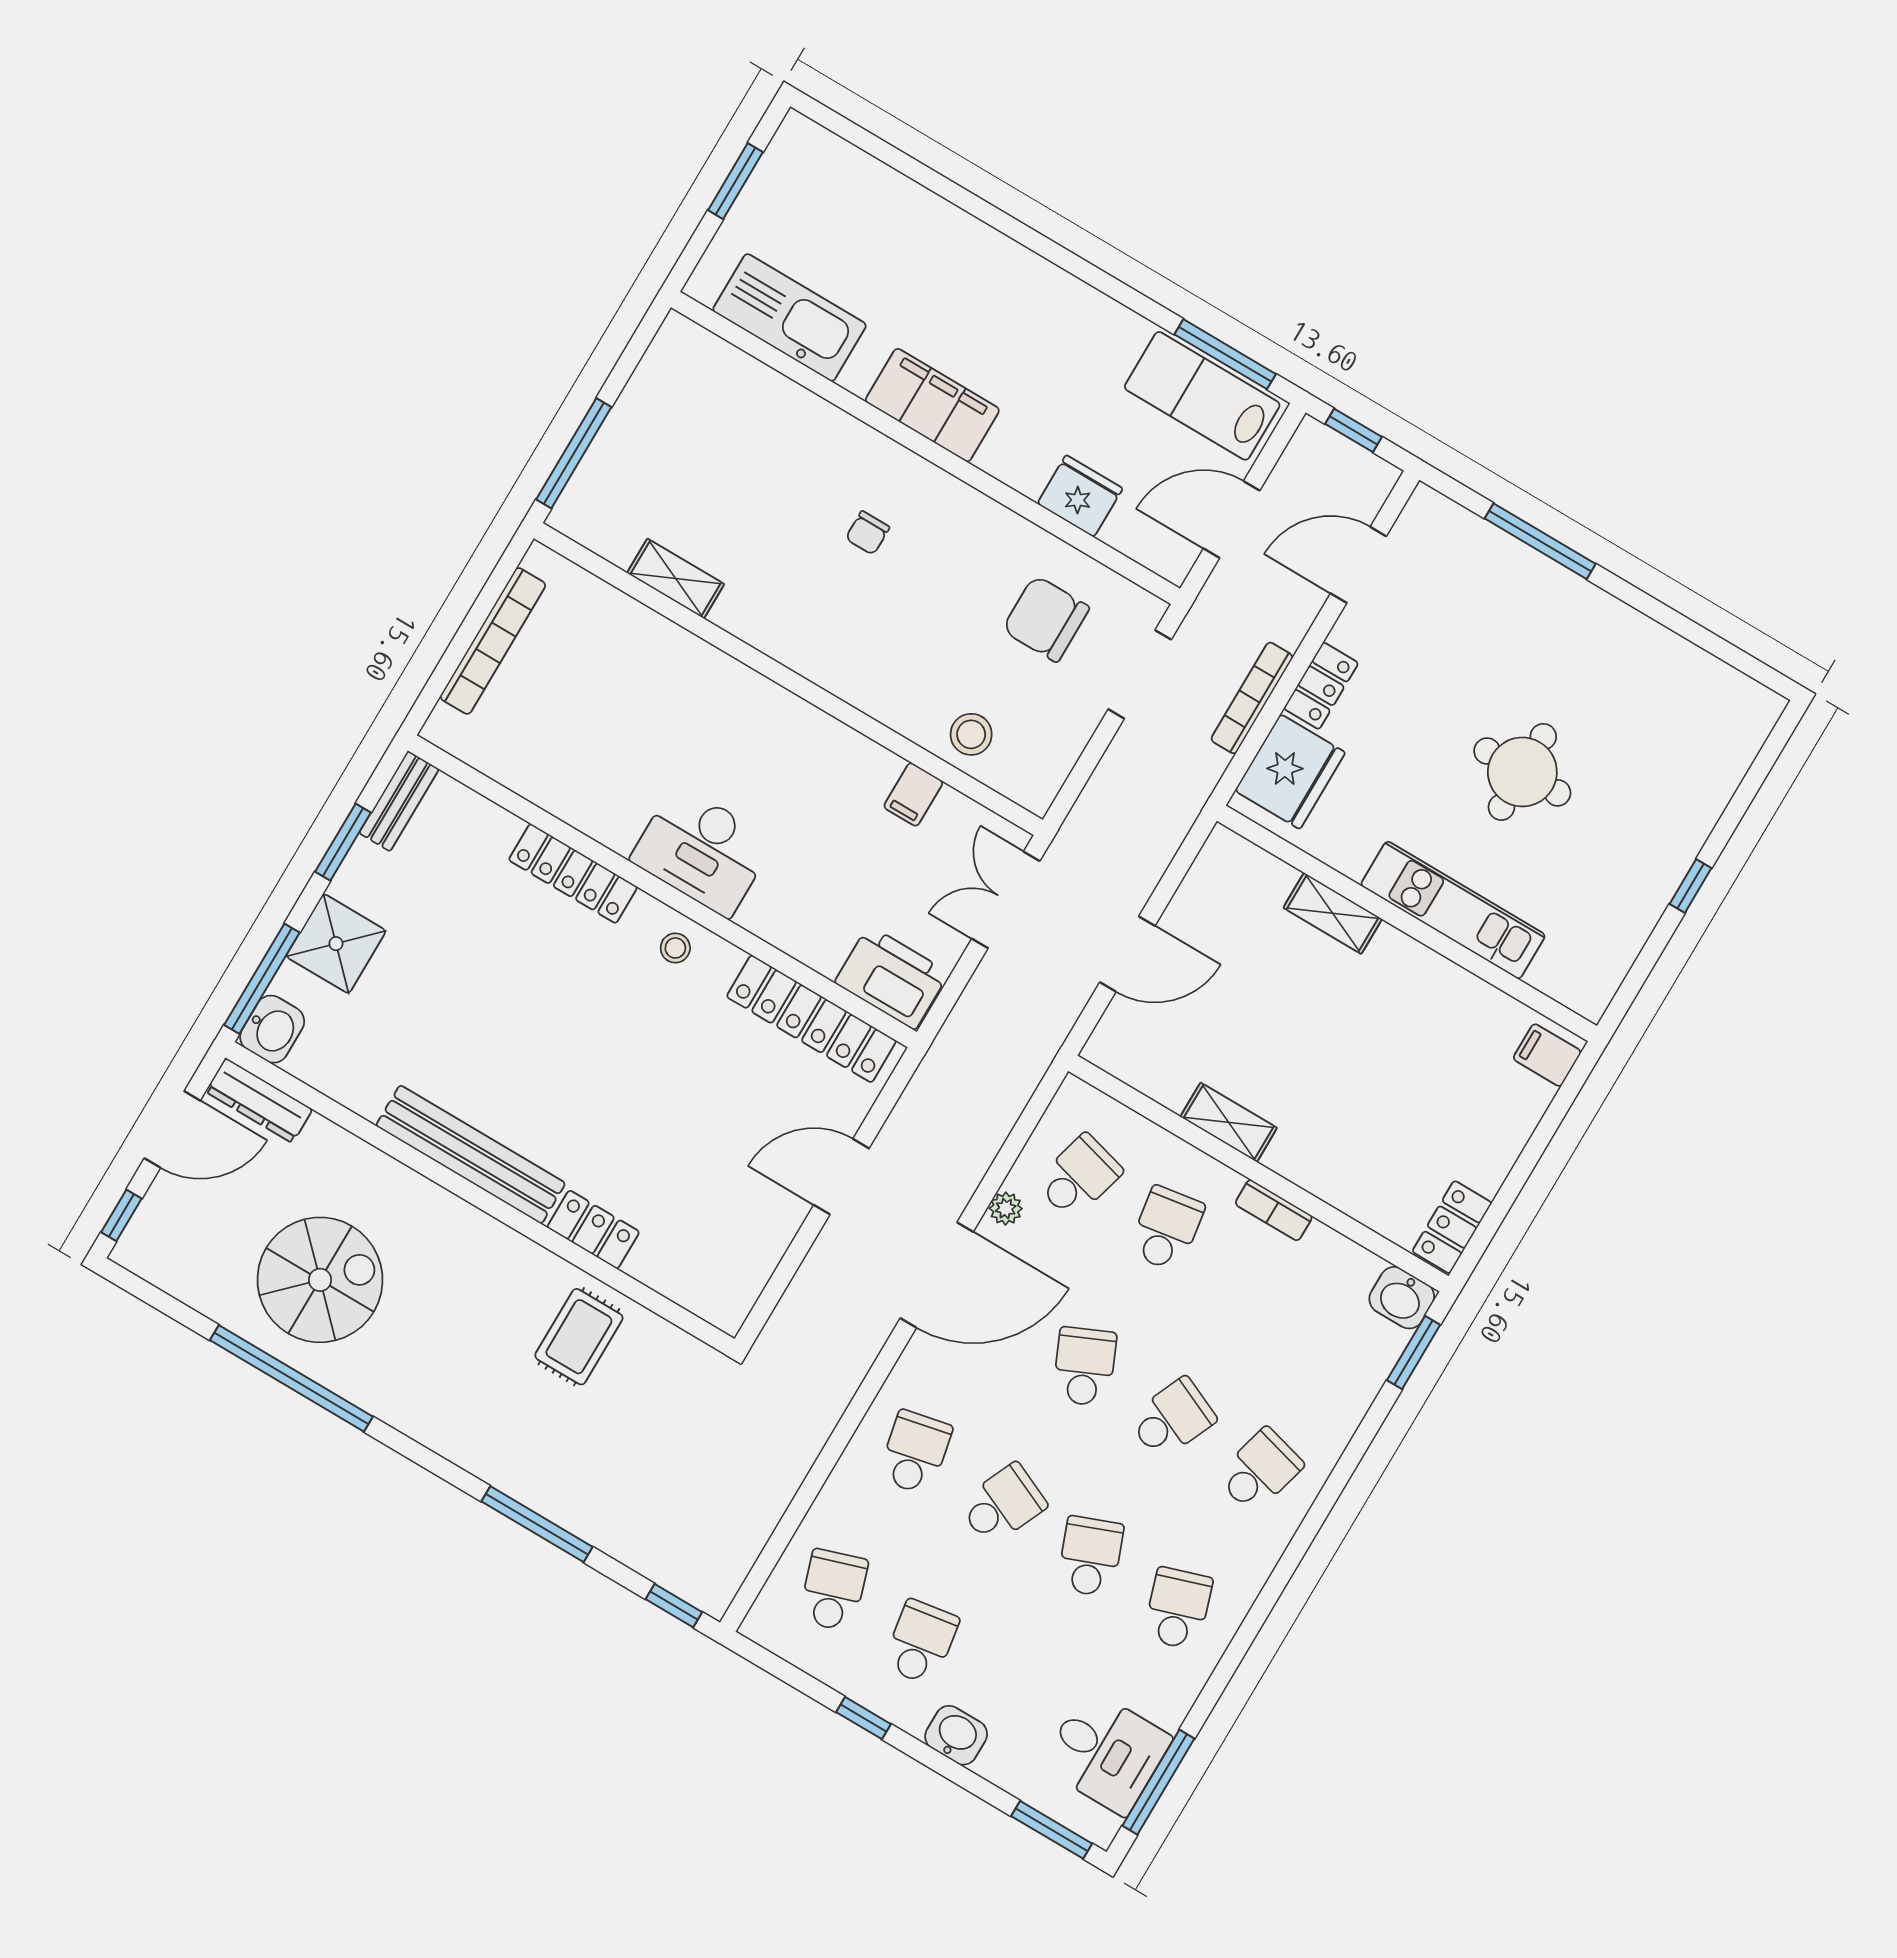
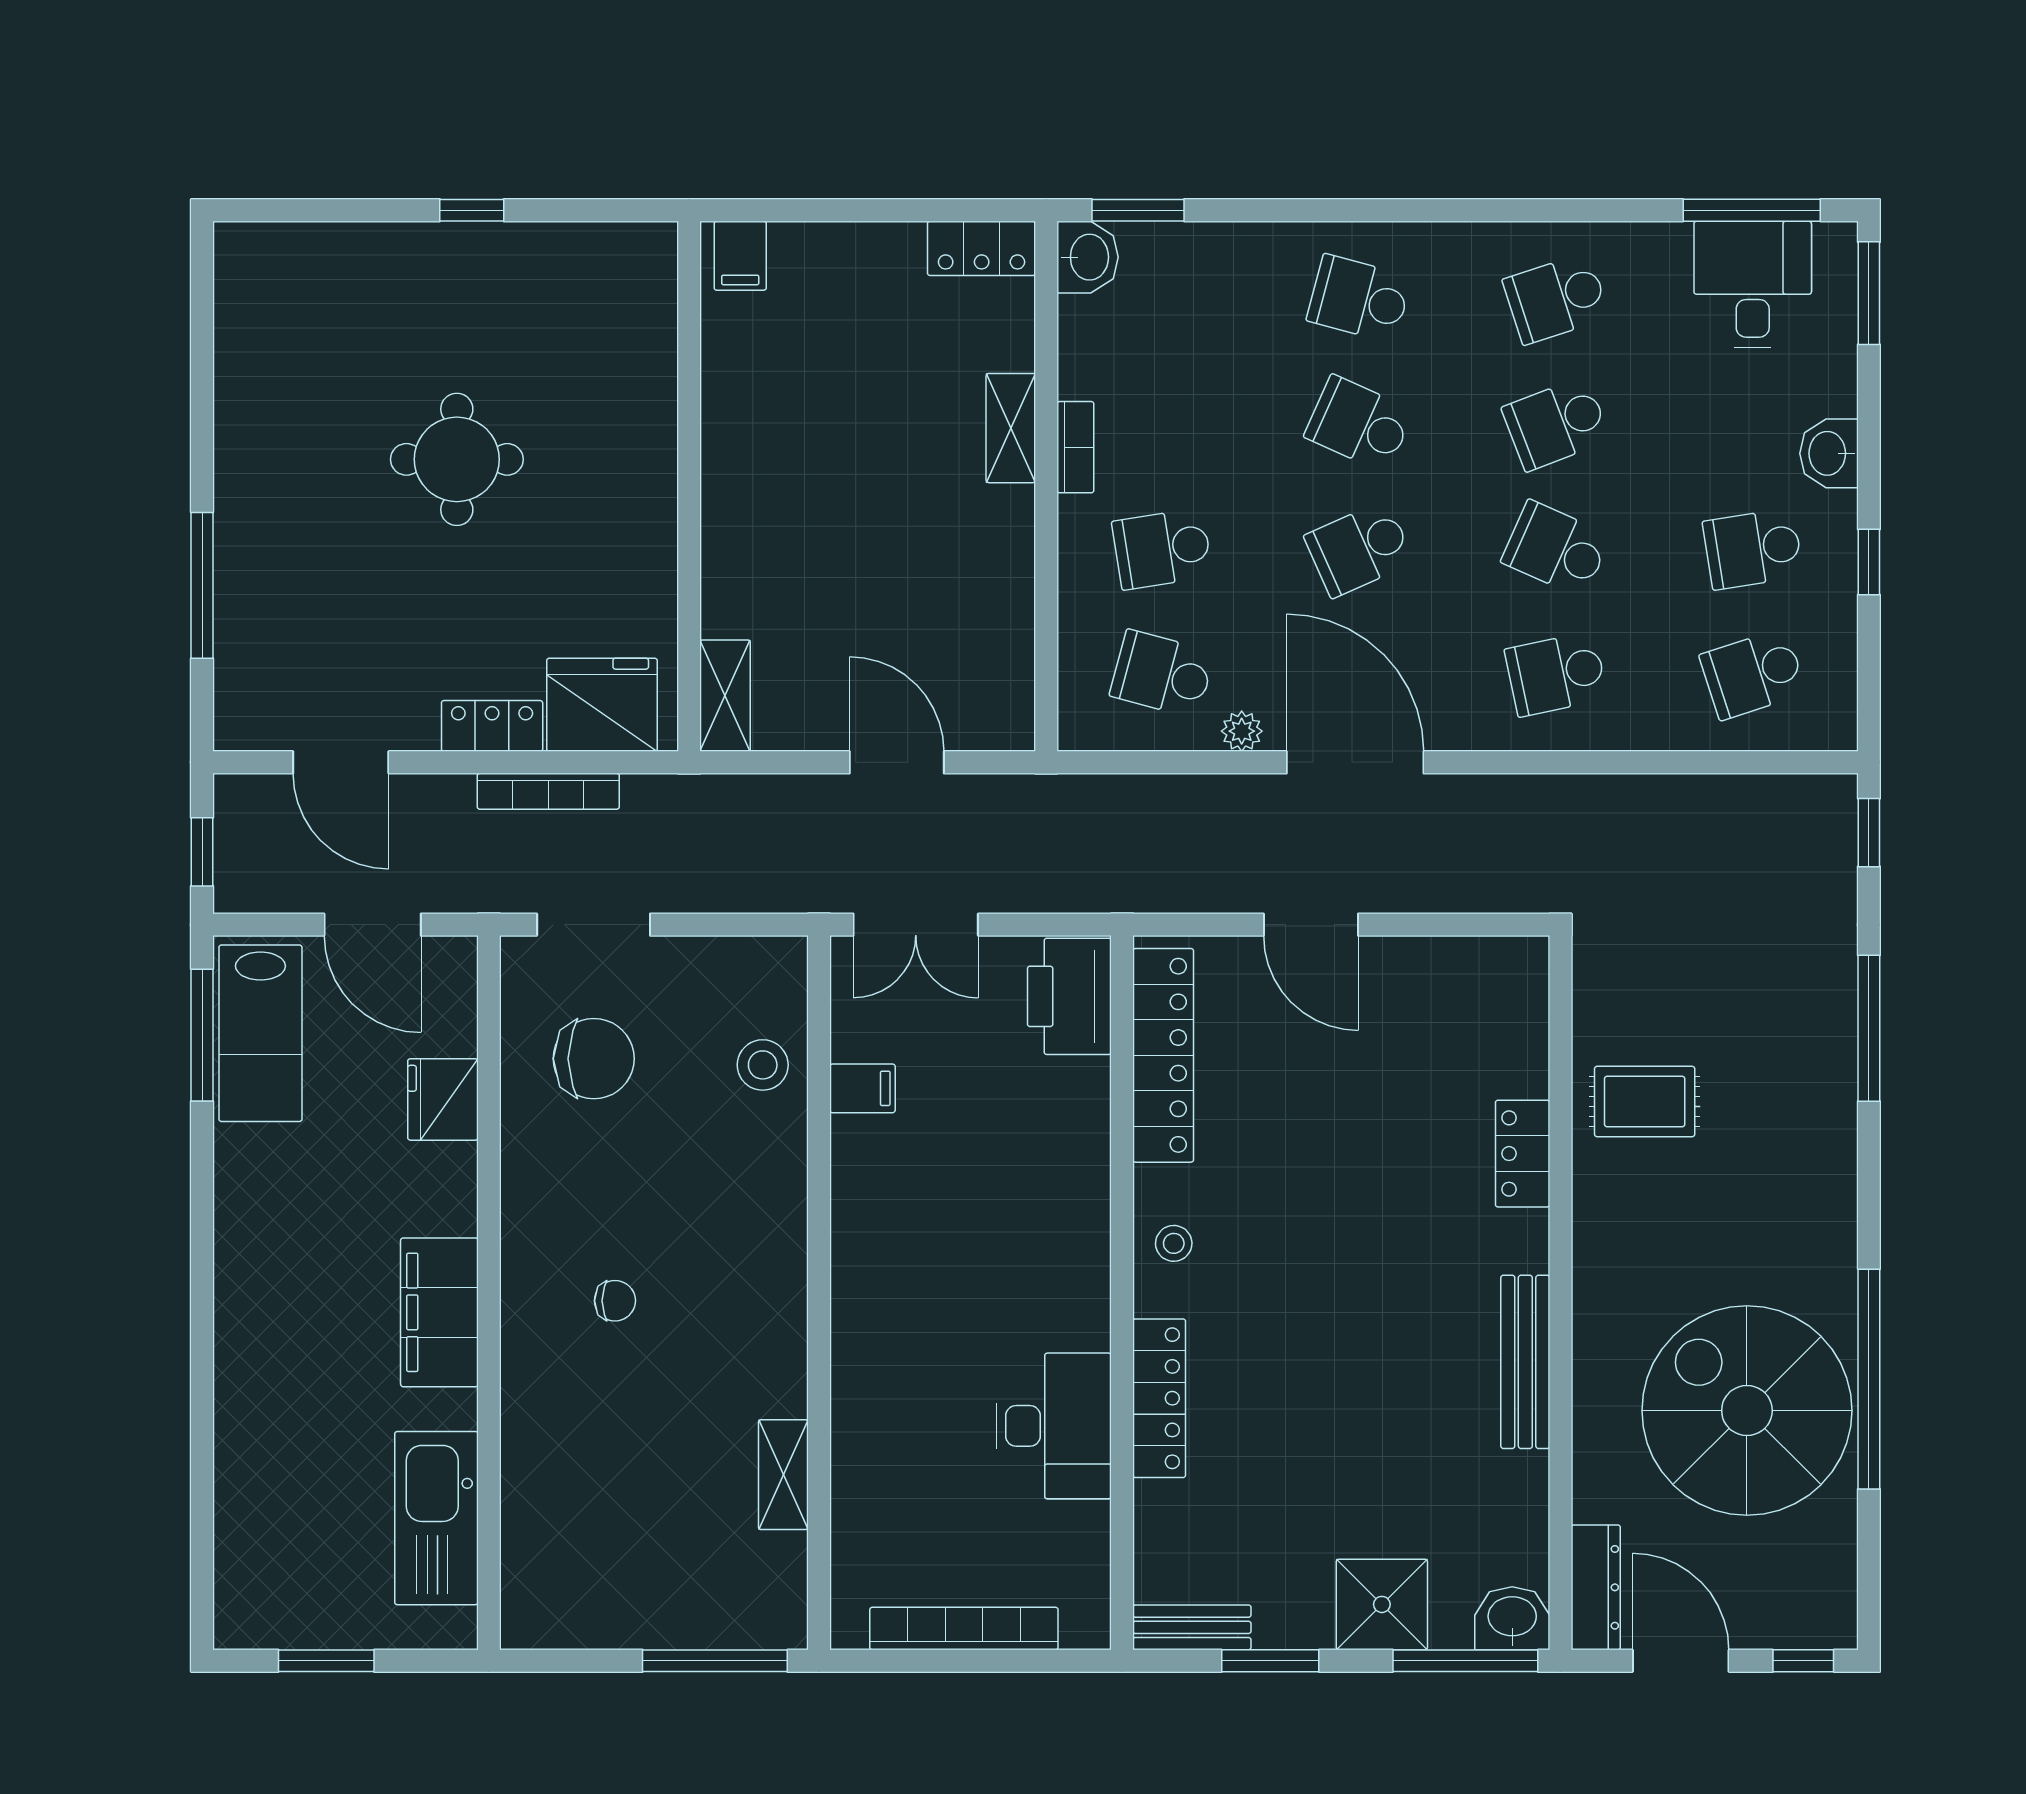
chair: (1046, 619) -> (594, 1059), turned -90
desk: (702, 851) -> (1054, 1426), moved
kitchen unit: (1453, 910) -> (646, 446), removed
shelving: (1333, 913) -> (725, 696), moved
shelving: (1229, 1122) -> (1011, 428), moved
bench: (471, 1154) -> (1525, 1362), width x0.73, depth x0.82
spiral stairs: (320, 1280) -> (1747, 1411), width x1.37, depth x1.37

